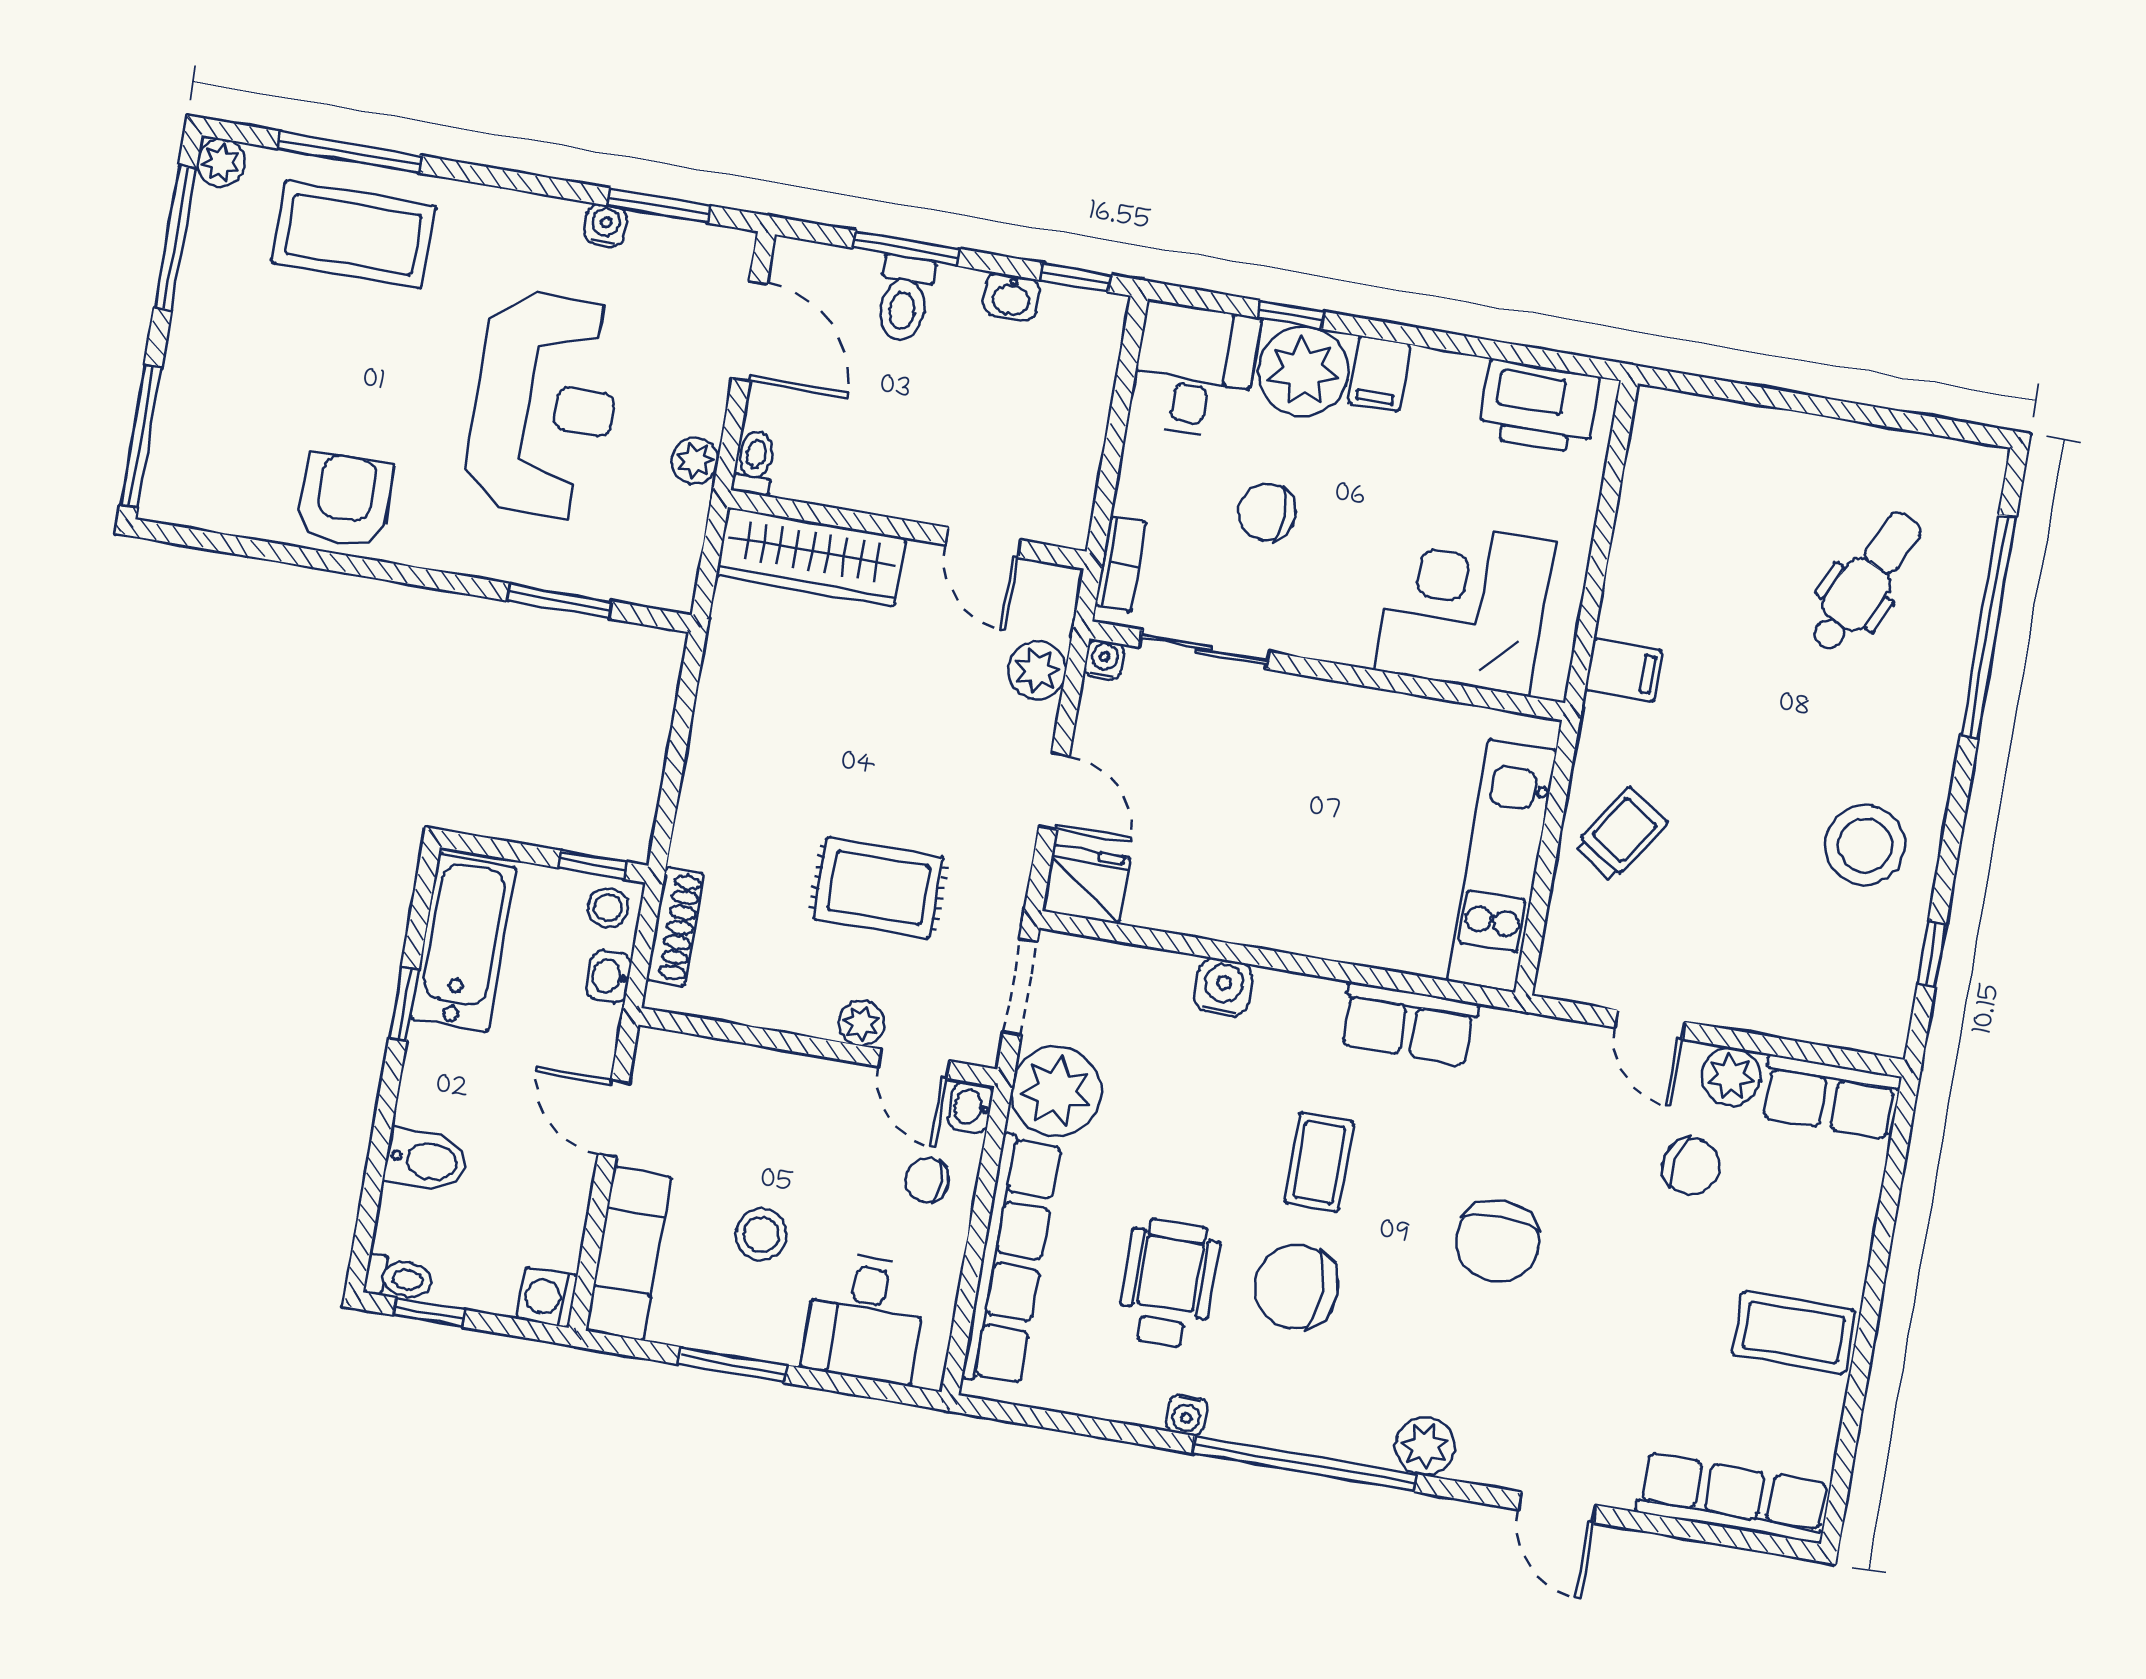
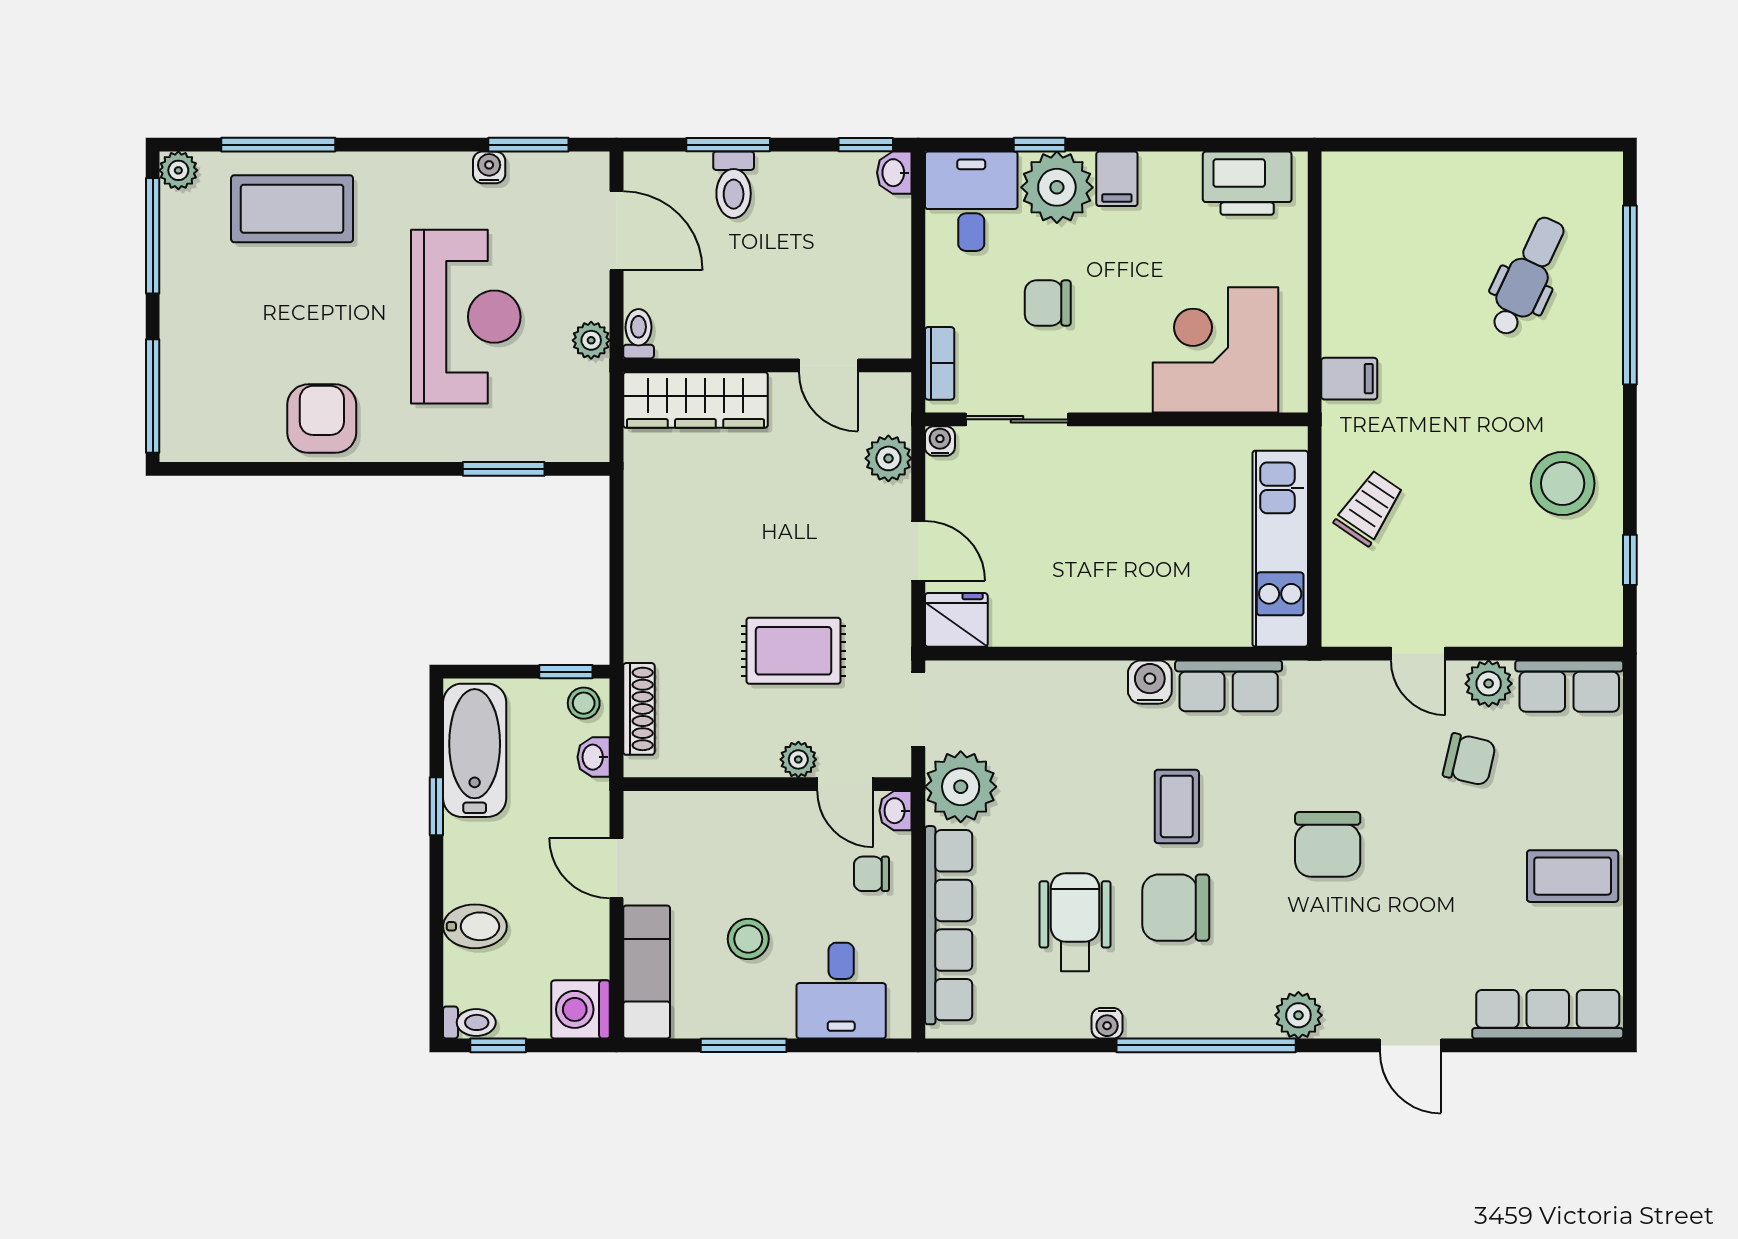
washbasin: (1011, 297) -> (894, 173), moved, turned 90
water cooler: (1223, 987) -> (1150, 682), moved
washing machine: (547, 1297) -> (581, 1009), width x1.38, depth x1.38

